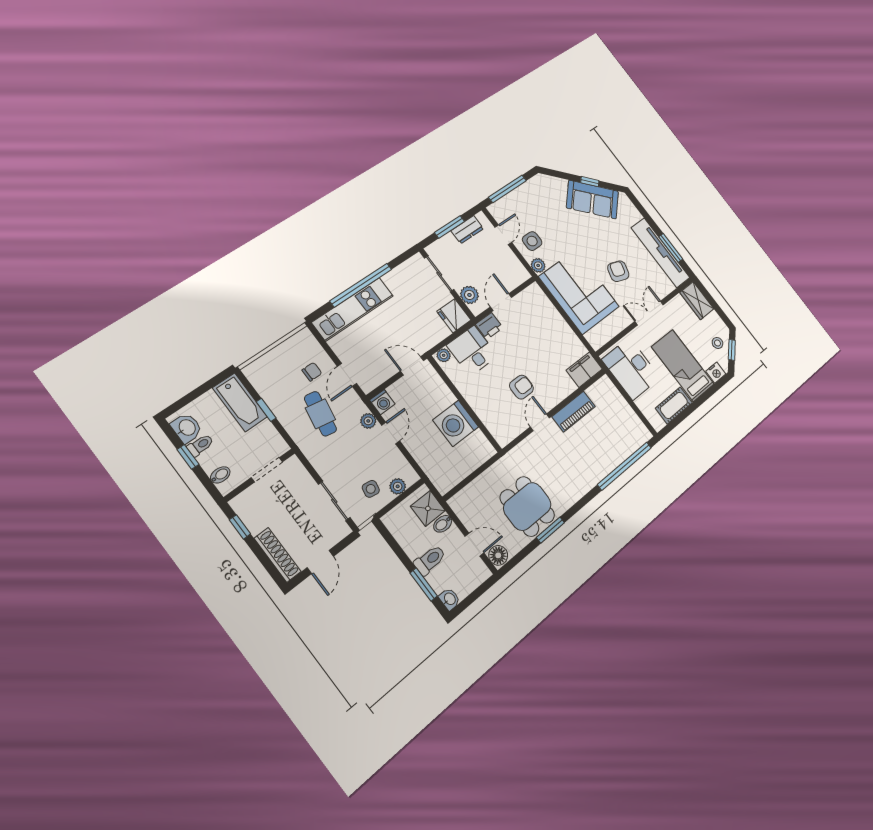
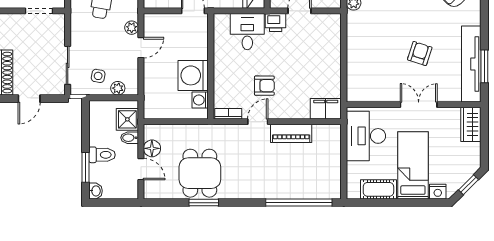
corner sofa: (579, 292) -> (371, 47), removed
stool: (717, 343) -> (460, 170), removed
plant: (444, 355) -> (223, 20), removed
washing machine: (382, 402) -> (200, 100), moved, turned 90
bookcase: (511, 434) -> (228, 114), added
floor lamp: (498, 555) -> (152, 148), moved

